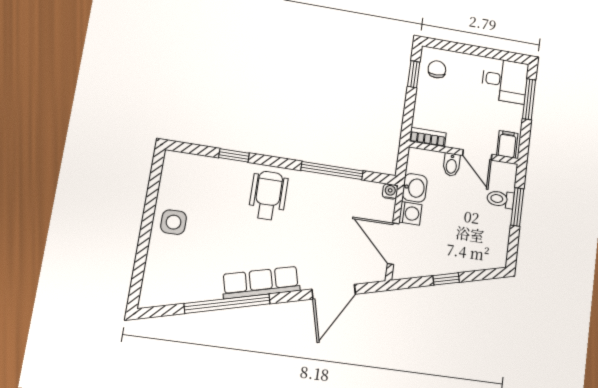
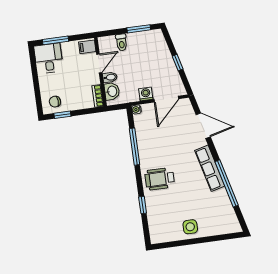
washbasin: (415, 188) -> (112, 91), moved, turned 90
window: (517, 207) -> (139, 29), moved

